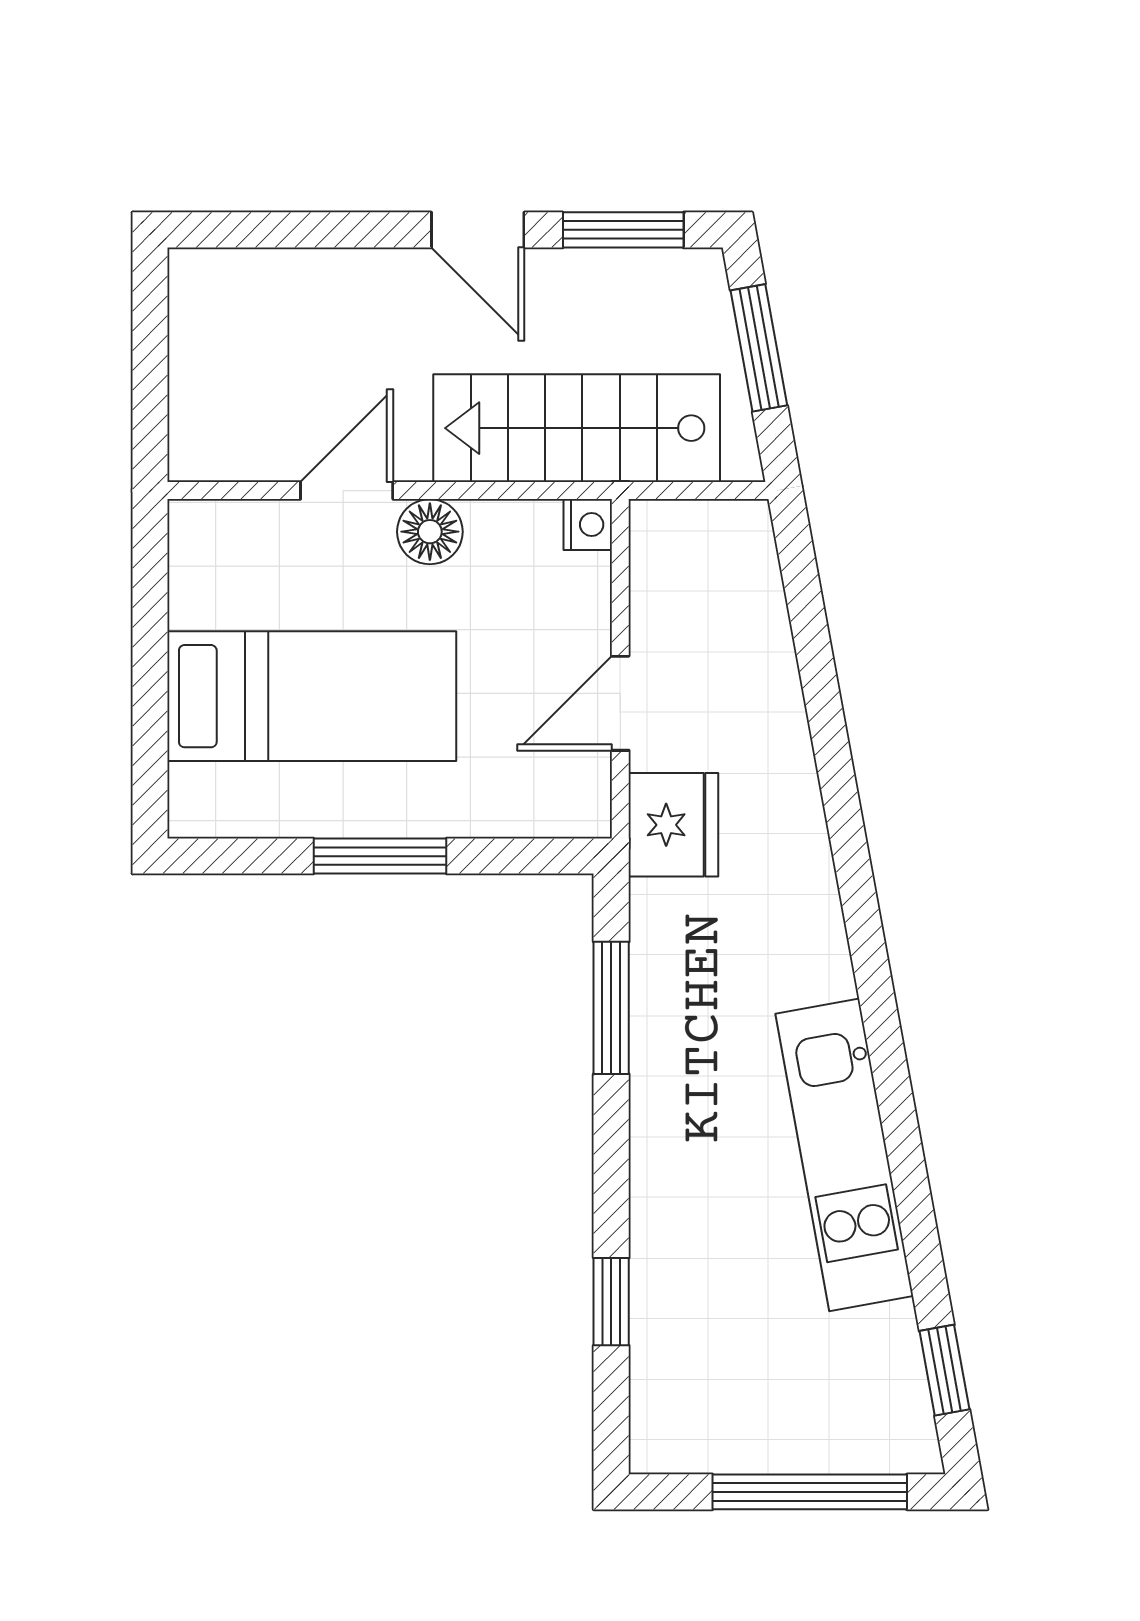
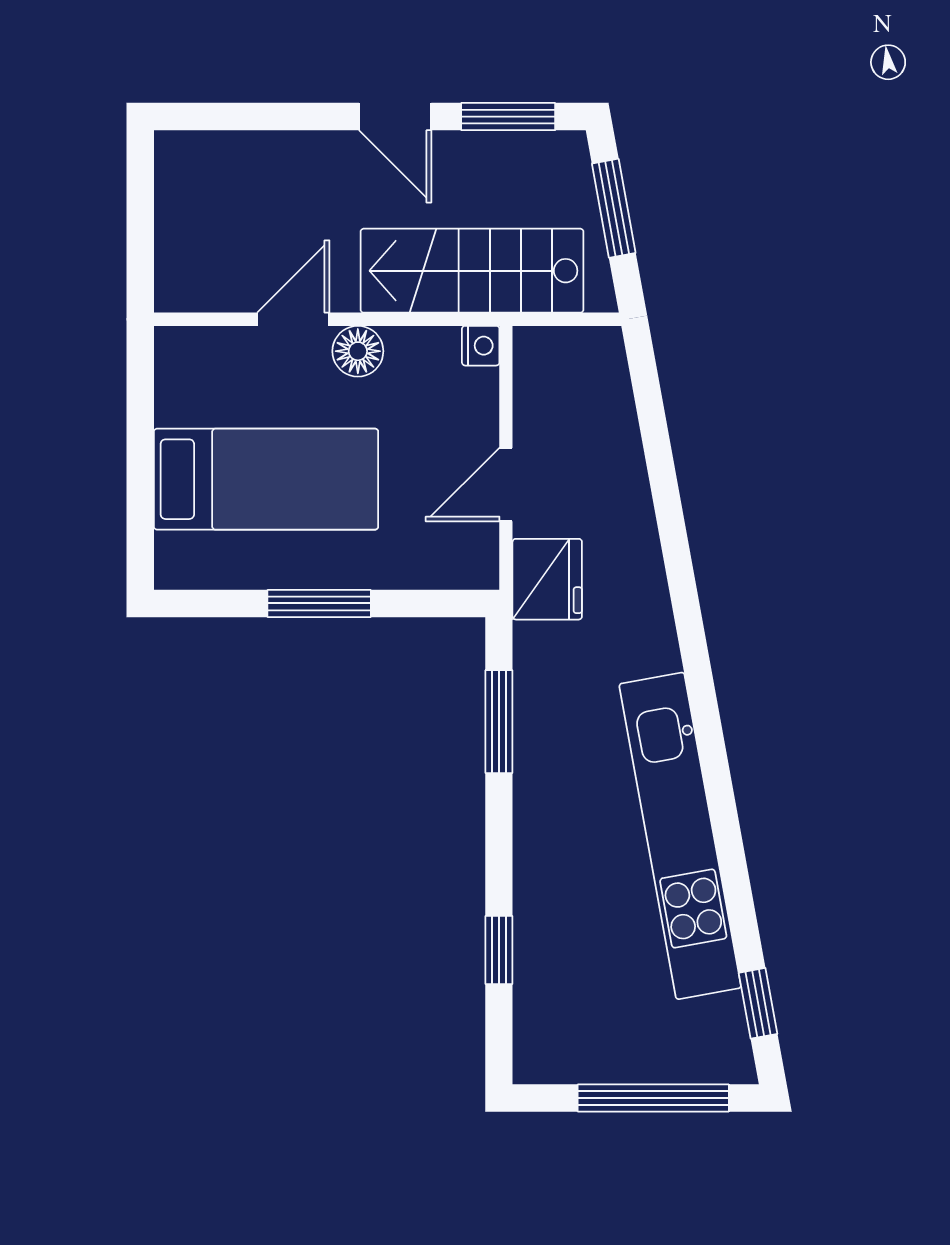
kitchen unit: (844, 1155) -> (680, 836), width x1.36

